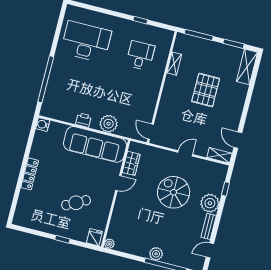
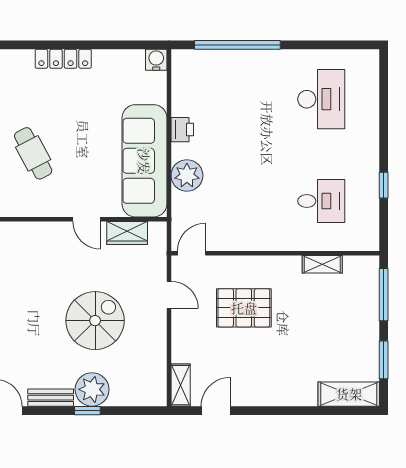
desk: (86, 42) -> (321, 99), width x0.73, depth x0.77
pallet: (206, 90) -> (244, 308), moved
door: (185, 153) -> (169, 295), moved
window: (225, 189) -> (87, 411), moved

